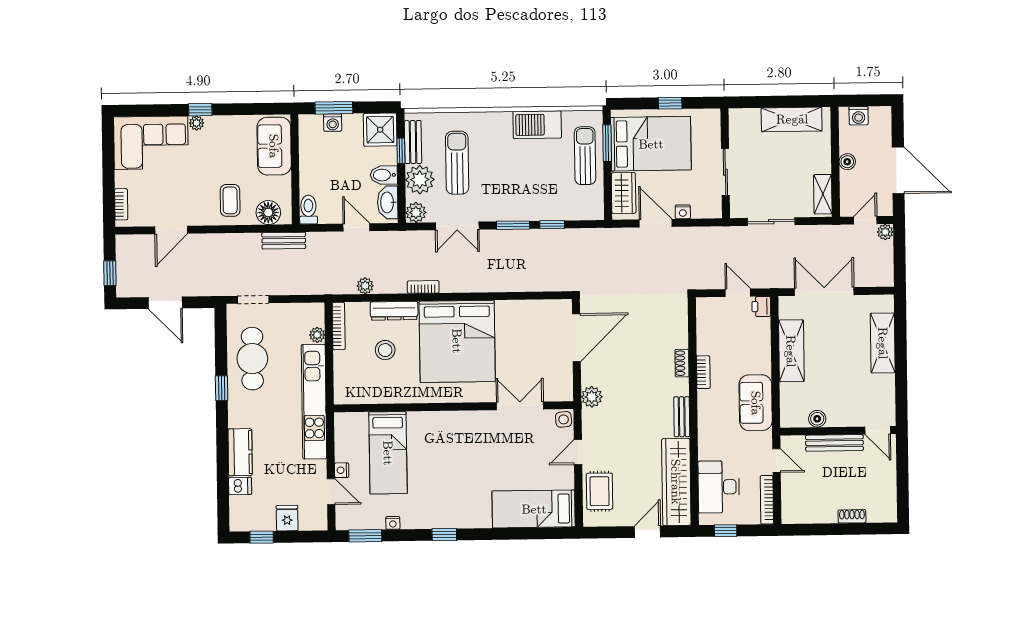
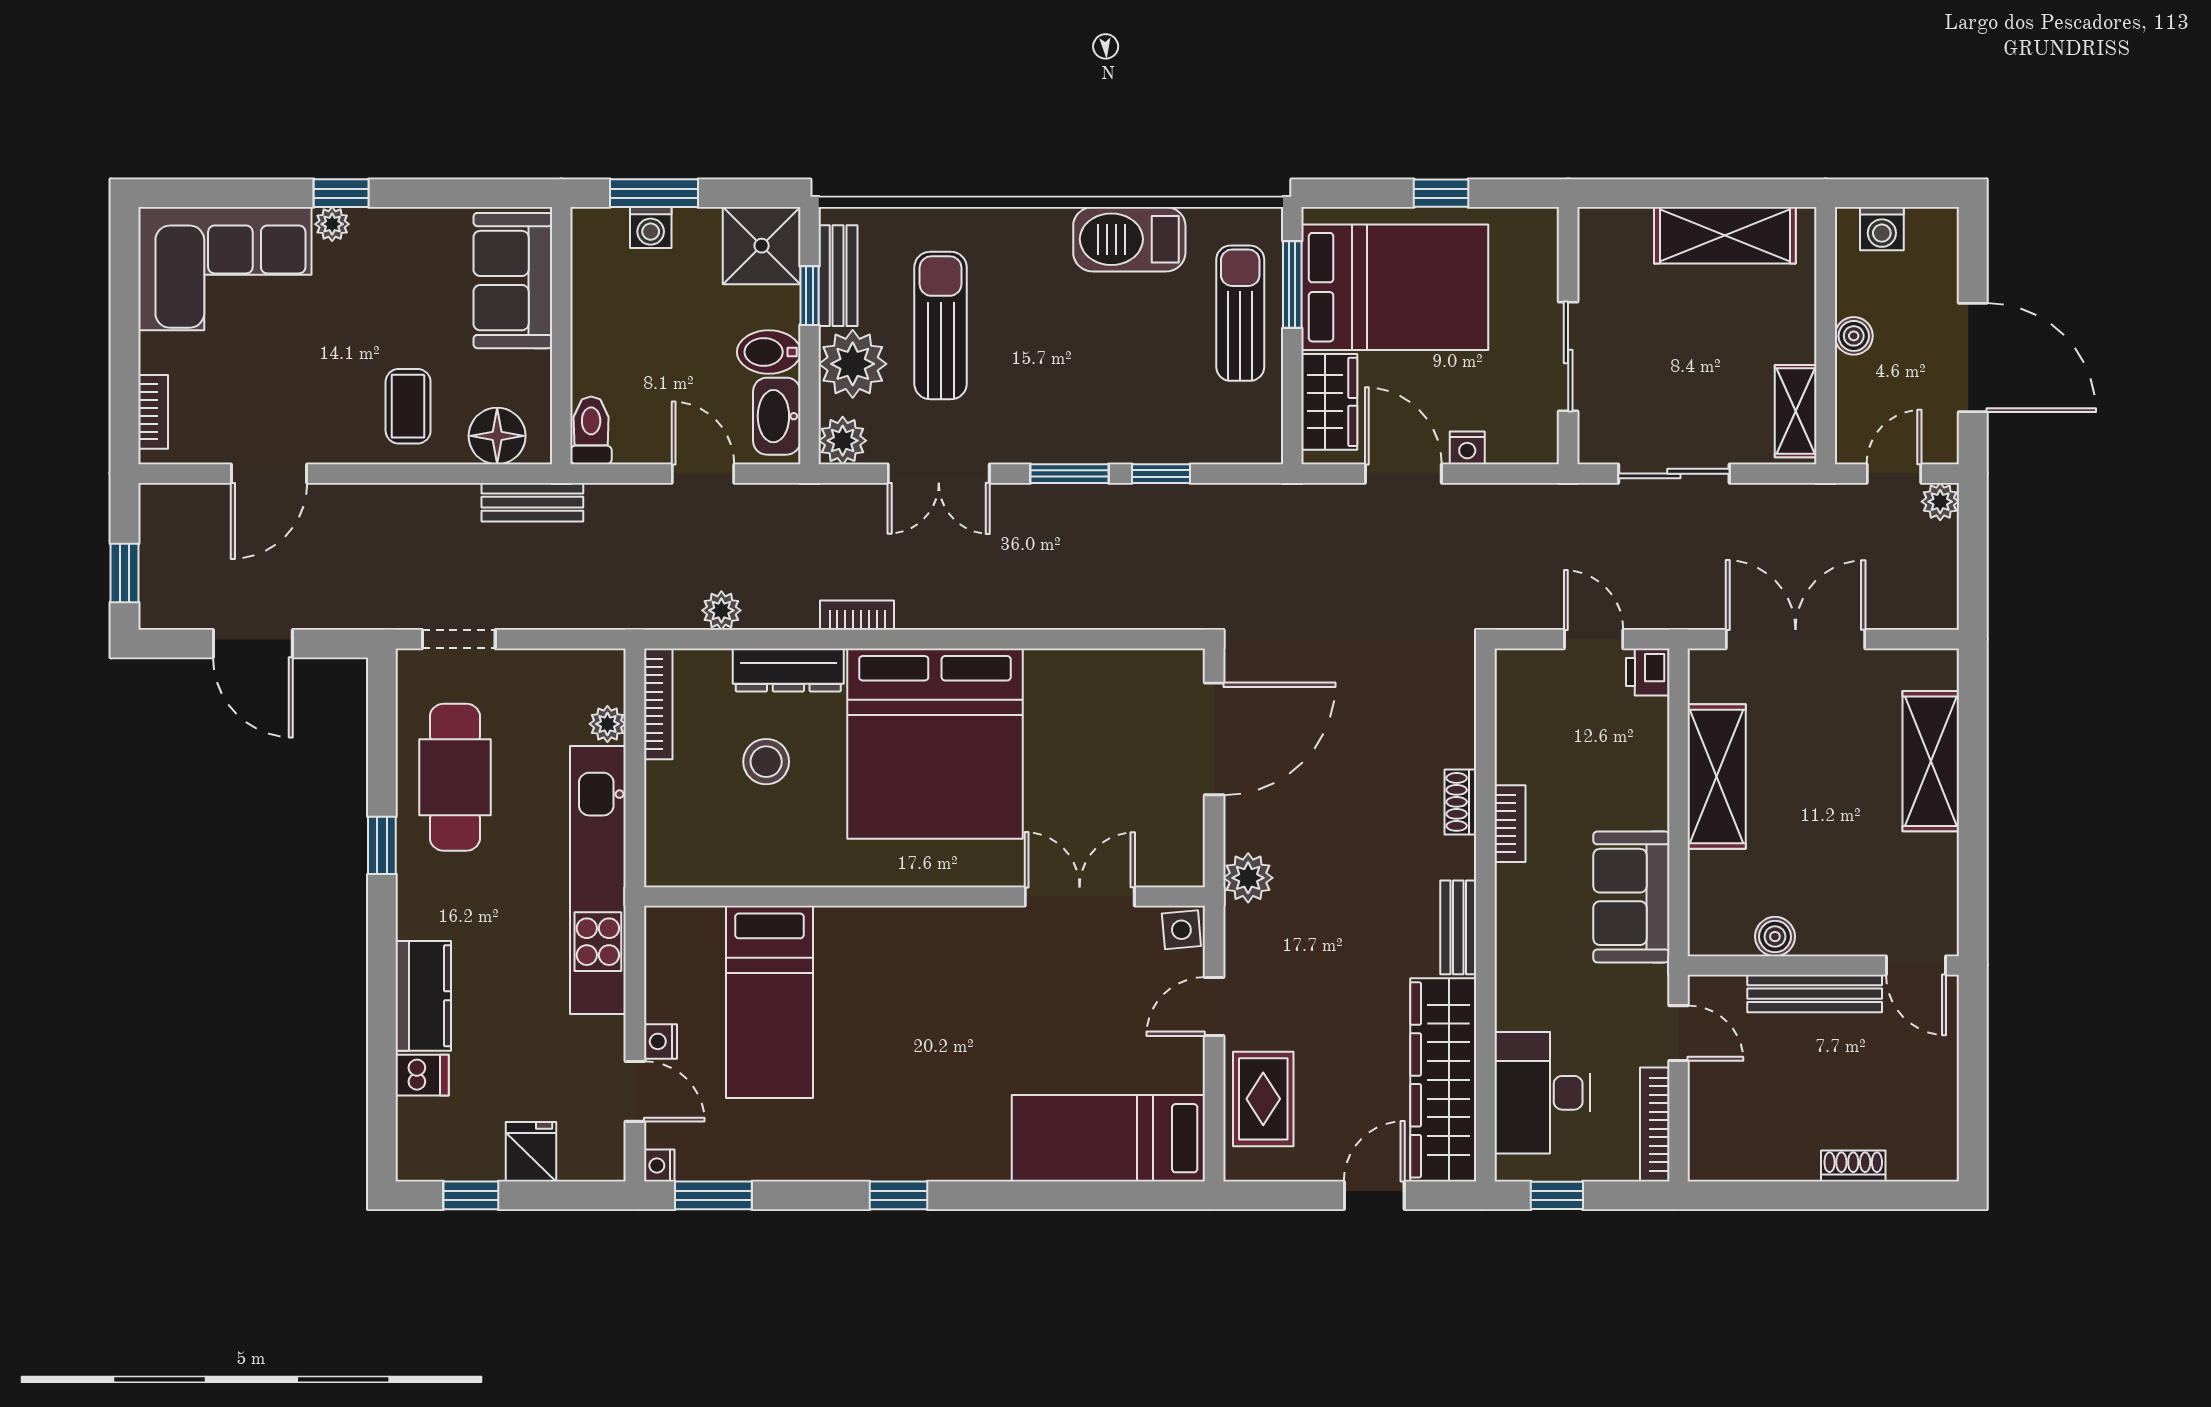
nightstand: (393, 523) -> (659, 1165), moved, turned 90

